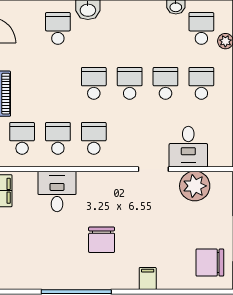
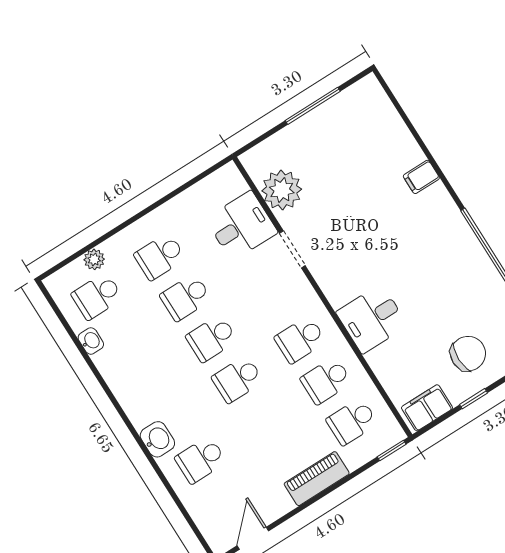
desk: (57, 191) -> (372, 319), moved
chair: (102, 240) -> (468, 354), moved
chair: (210, 263) -> (358, 117), removed

